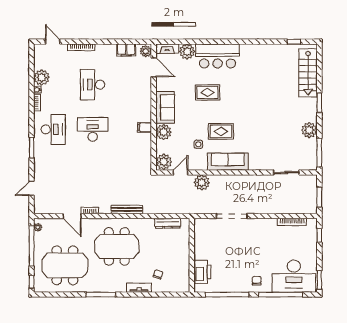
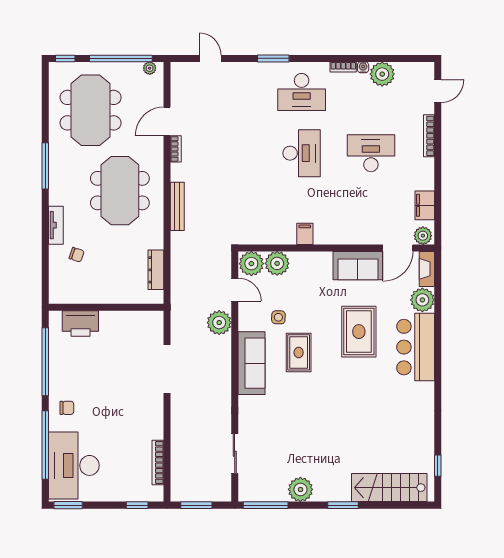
rug: (208, 92) -> (359, 332), width x1.36, depth x1.43
sofa: (165, 107) -> (358, 266), moved
plant: (164, 132) -> (277, 263), moved

